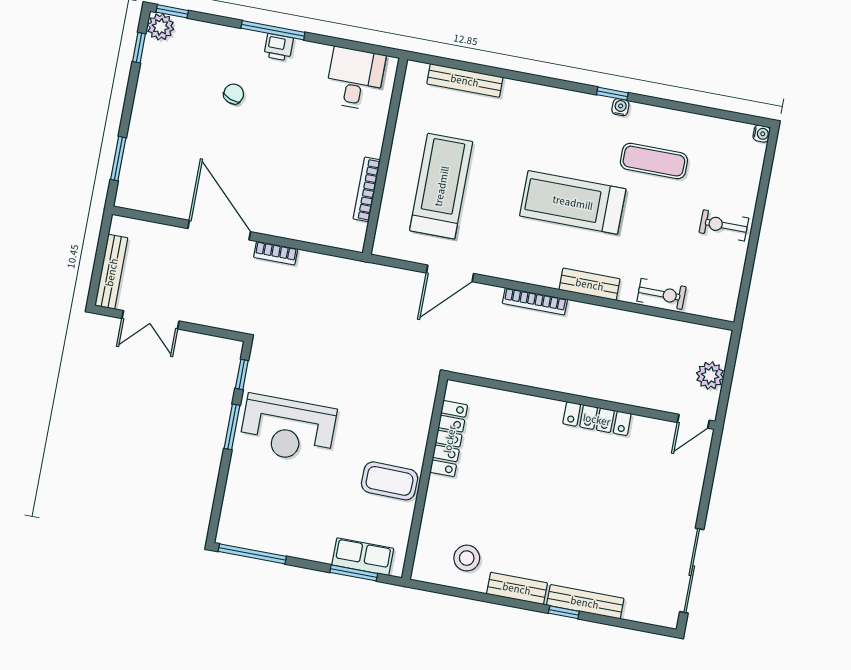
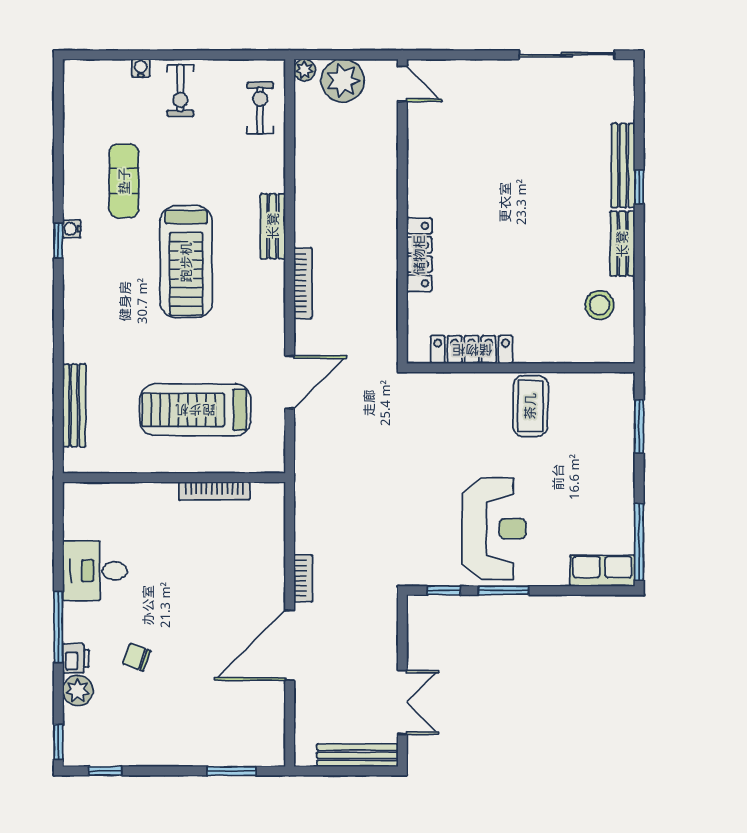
plant: (161, 27) -> (78, 690), moved
printer: (279, 47) -> (76, 658), moved
desk: (355, 79) -> (95, 571), moved
water cooler: (762, 134) -> (141, 68), moved
door: (450, 273) -> (290, 382), hinge flipped
exercise bike: (662, 294) -> (260, 108), moved
plant: (722, 338) -> (305, 70), added
plant: (710, 376) -> (343, 81), width x1.36, depth x1.36
locker: (597, 419) -> (419, 255), moved
row of seats: (363, 557) -> (602, 571), moved, turned 90

